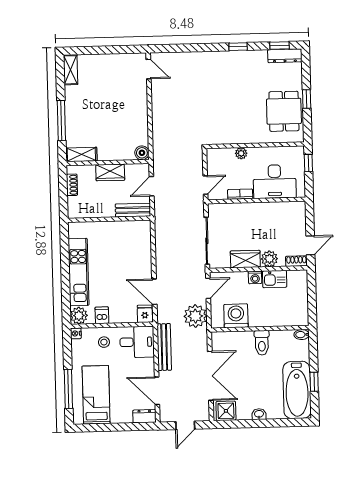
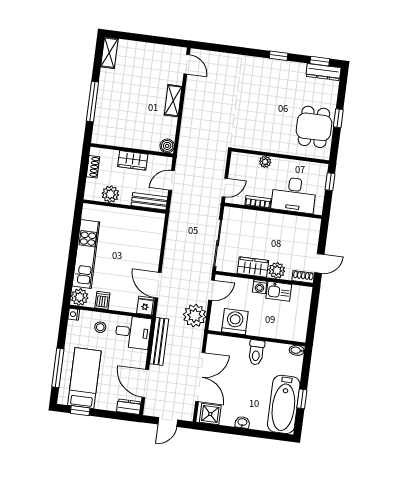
shelving: (81, 154) -> (173, 101), moved, turned 90
plant: (93, 209) -> (110, 194), added
window: (97, 428) -> (80, 411), added

